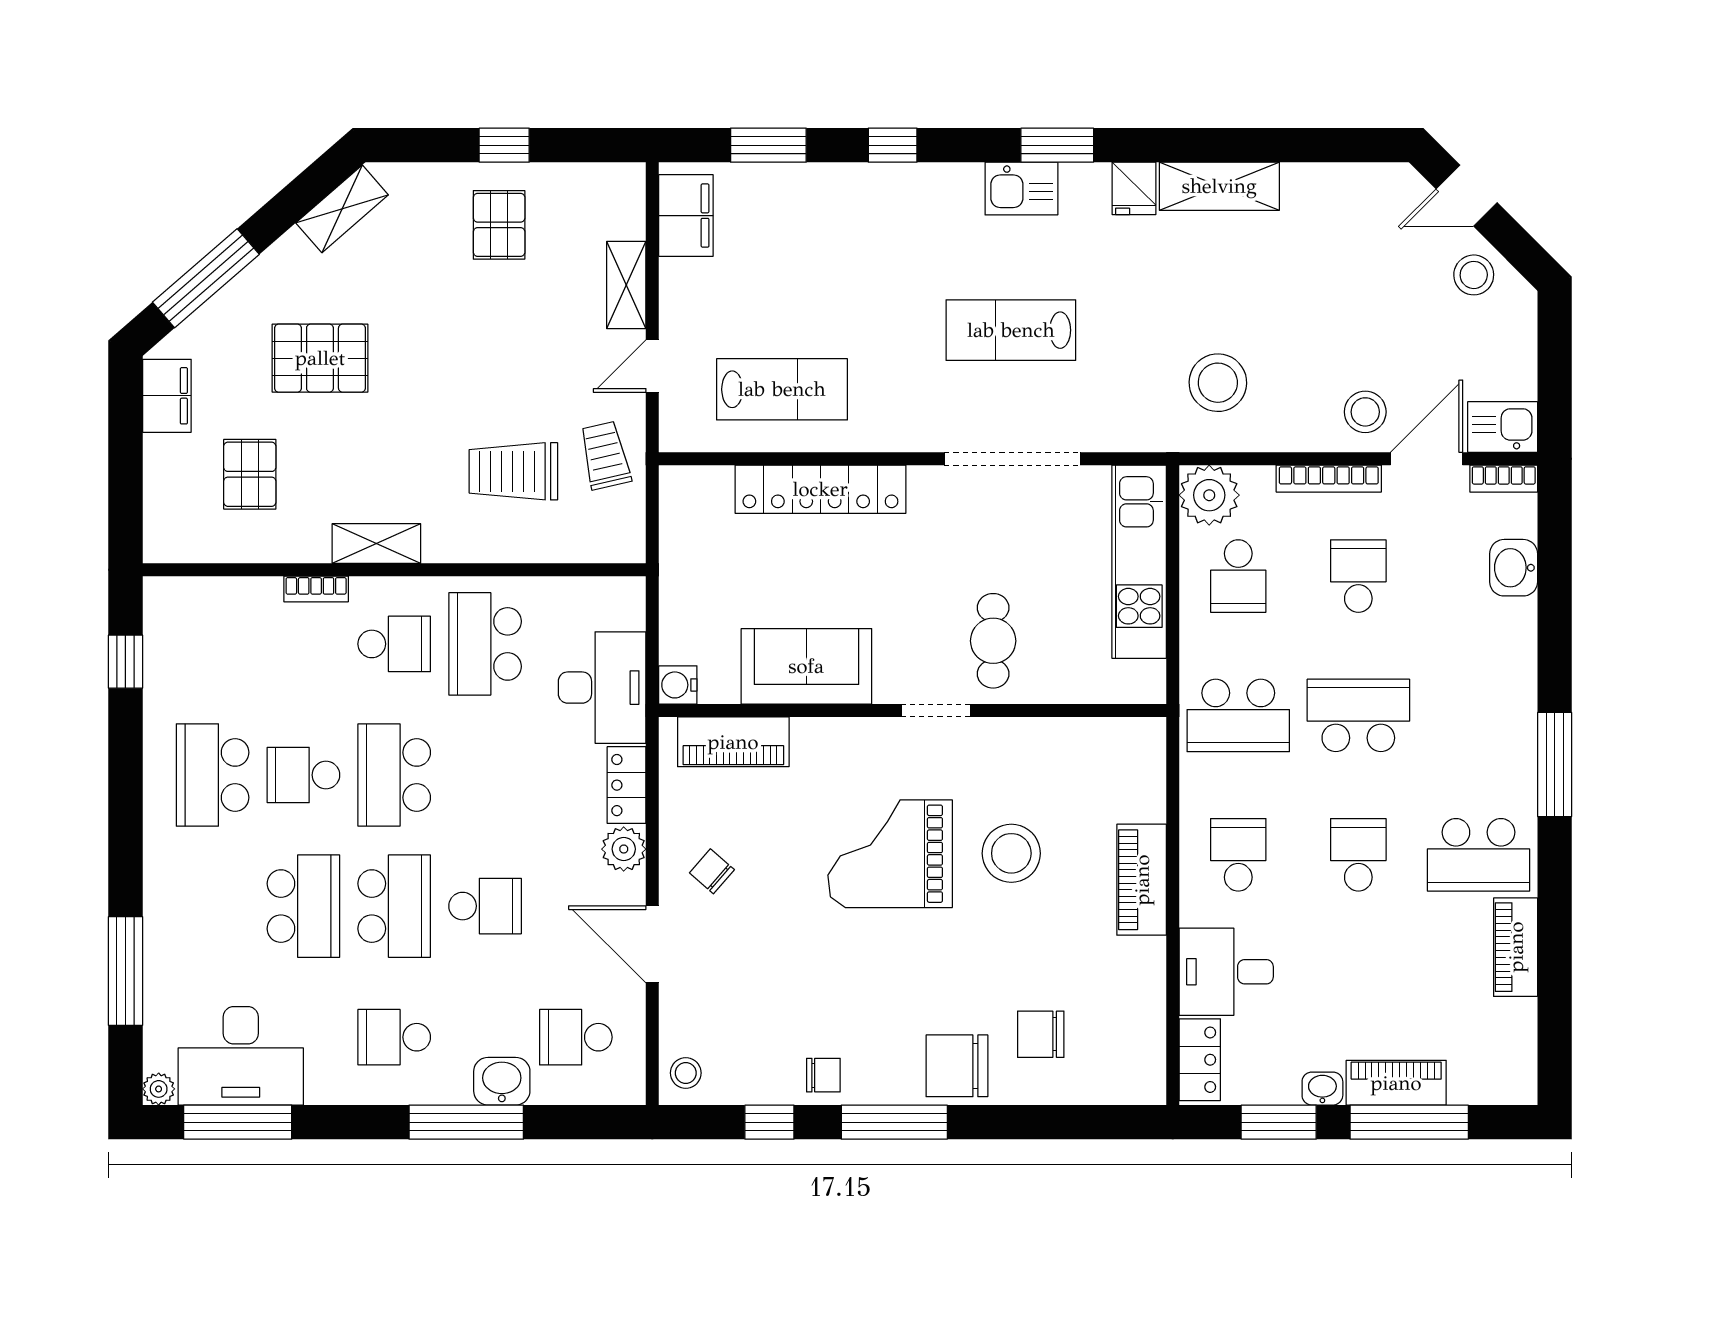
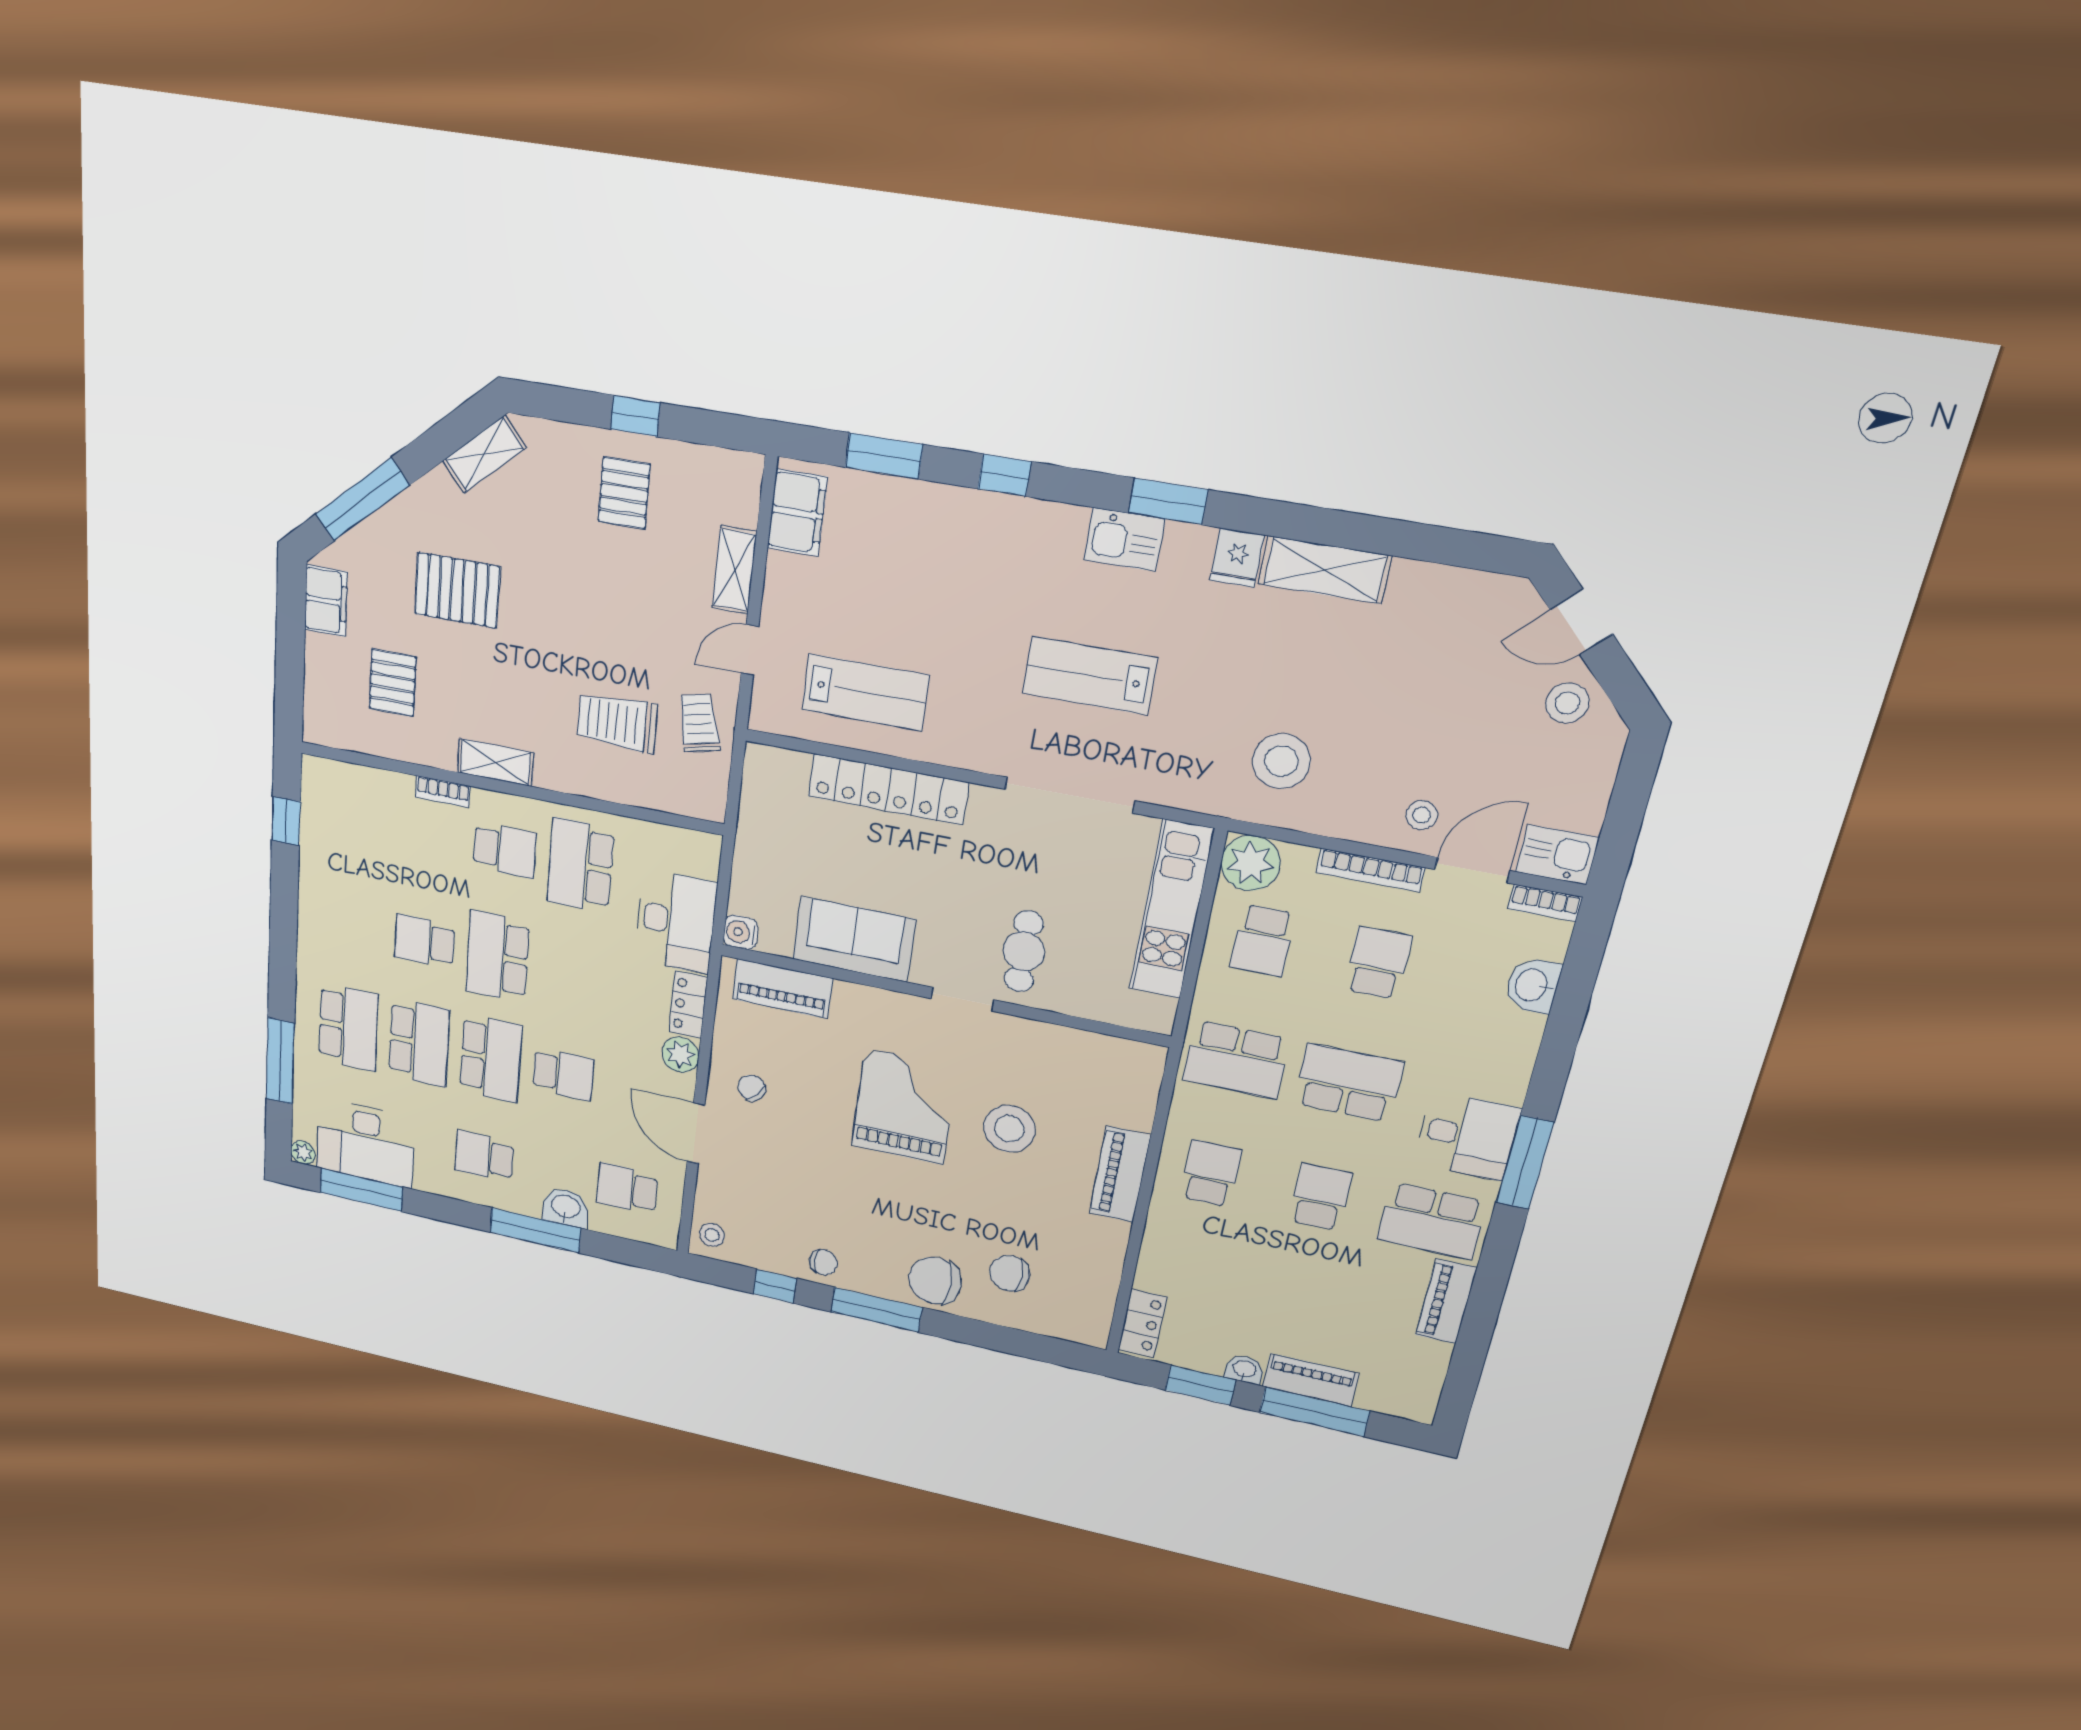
stool: (1365, 412) -> (1422, 815), width x0.73, depth x0.73
school desk: (213, 775) -> (348, 1027), moved, turned 180
grand piano: (890, 854) -> (904, 1107), turned 90
desk: (1226, 972) -> (1467, 1136), moved, turned 180

